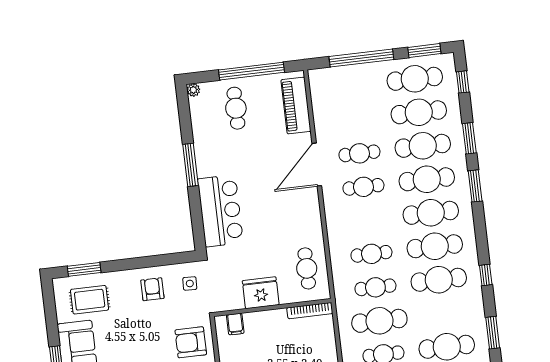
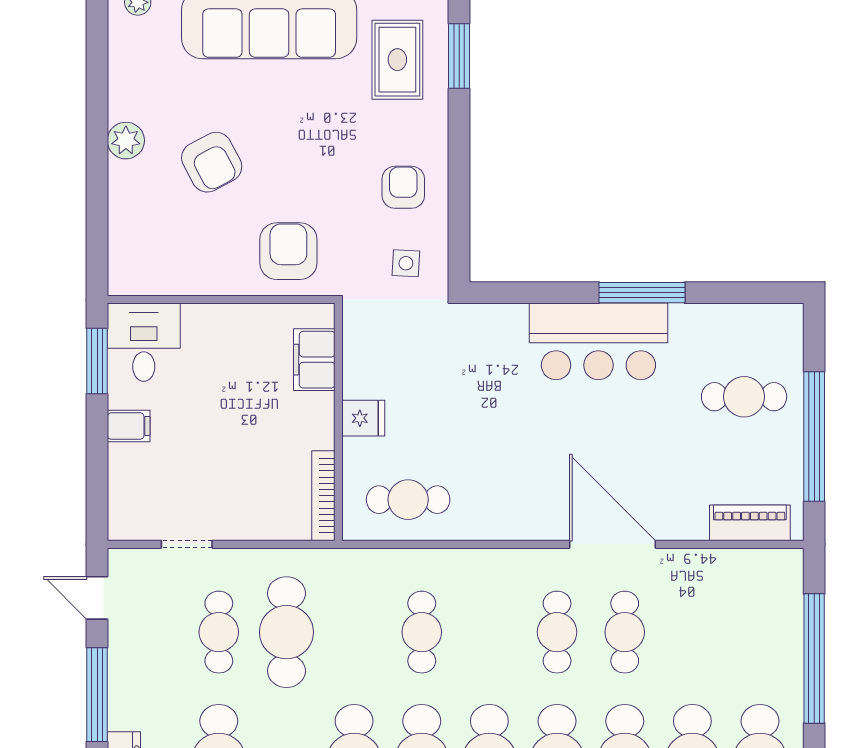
plant: (193, 90) -> (790, 316), removed
piano: (296, 106) -> (750, 523), width x0.73, depth x0.75
bar counter: (220, 211) -> (598, 341), moved
cafe table: (375, 287) -> (354, 632), removed
armchair: (152, 289) -> (403, 187), turned -90
fridge: (261, 293) -> (363, 418), width x0.53, depth x0.75
filing cabinet: (235, 324) -> (314, 360), width x2.00

